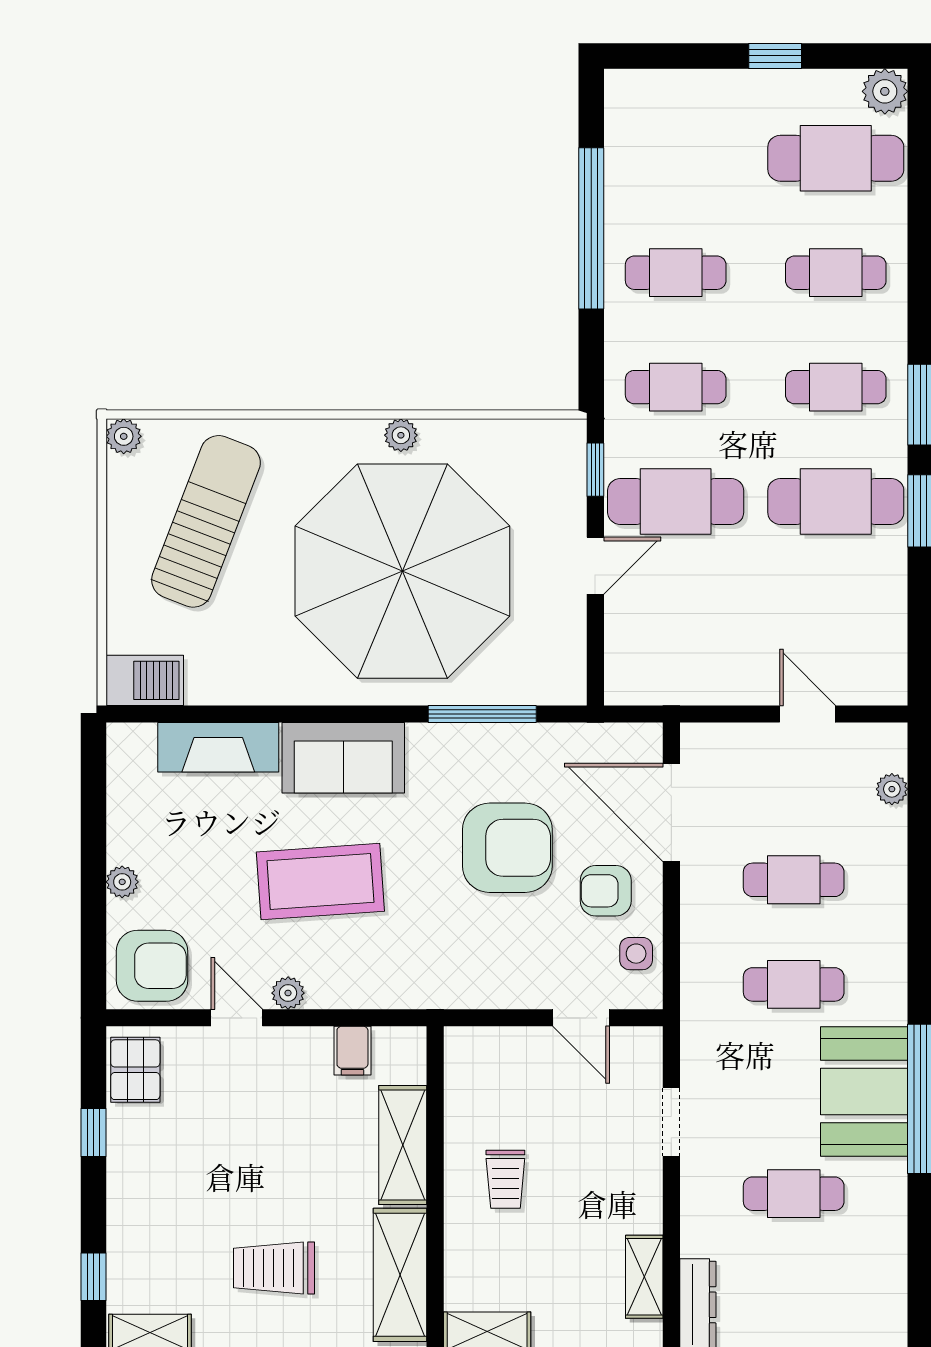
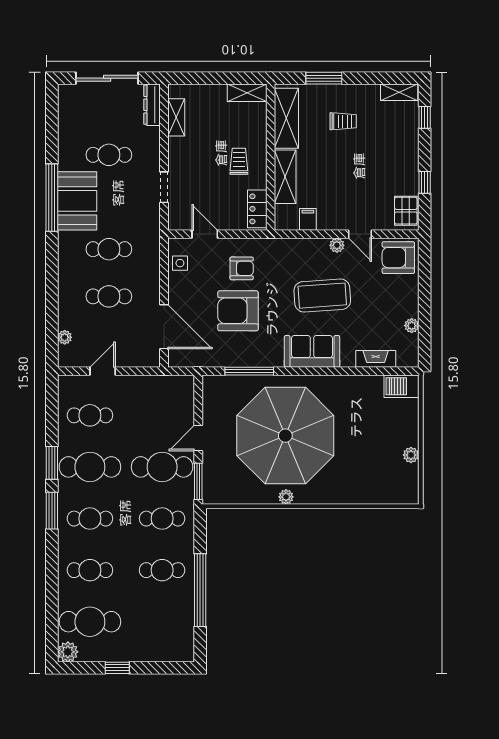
plant: (124, 436) -> (411, 455), moved
window: (595, 470) -> (198, 481), width x1.50
sun lounger: (206, 521) -> (374, 458), removed
cafe table: (836, 616) -> (90, 415), added
door: (808, 714) -> (103, 371), swing flipped
fireplace: (218, 747) -> (376, 359), width x0.73, depth x0.76
plant: (122, 882) -> (412, 326), moved
armchair: (606, 891) -> (242, 268), moved
locker: (465, 1074) -> (257, 209), added
trolley: (274, 1268) -> (343, 121), width x0.73, depth x0.72

